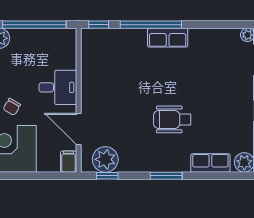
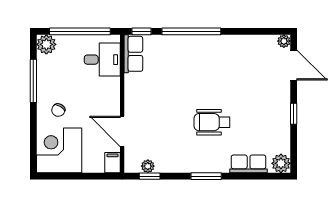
row of seats: (168, 38) -> (133, 54), moved, turned -90
desk: (58, 87) -> (102, 60), moved
plant: (105, 159) -> (148, 166), width x0.53, depth x0.53

